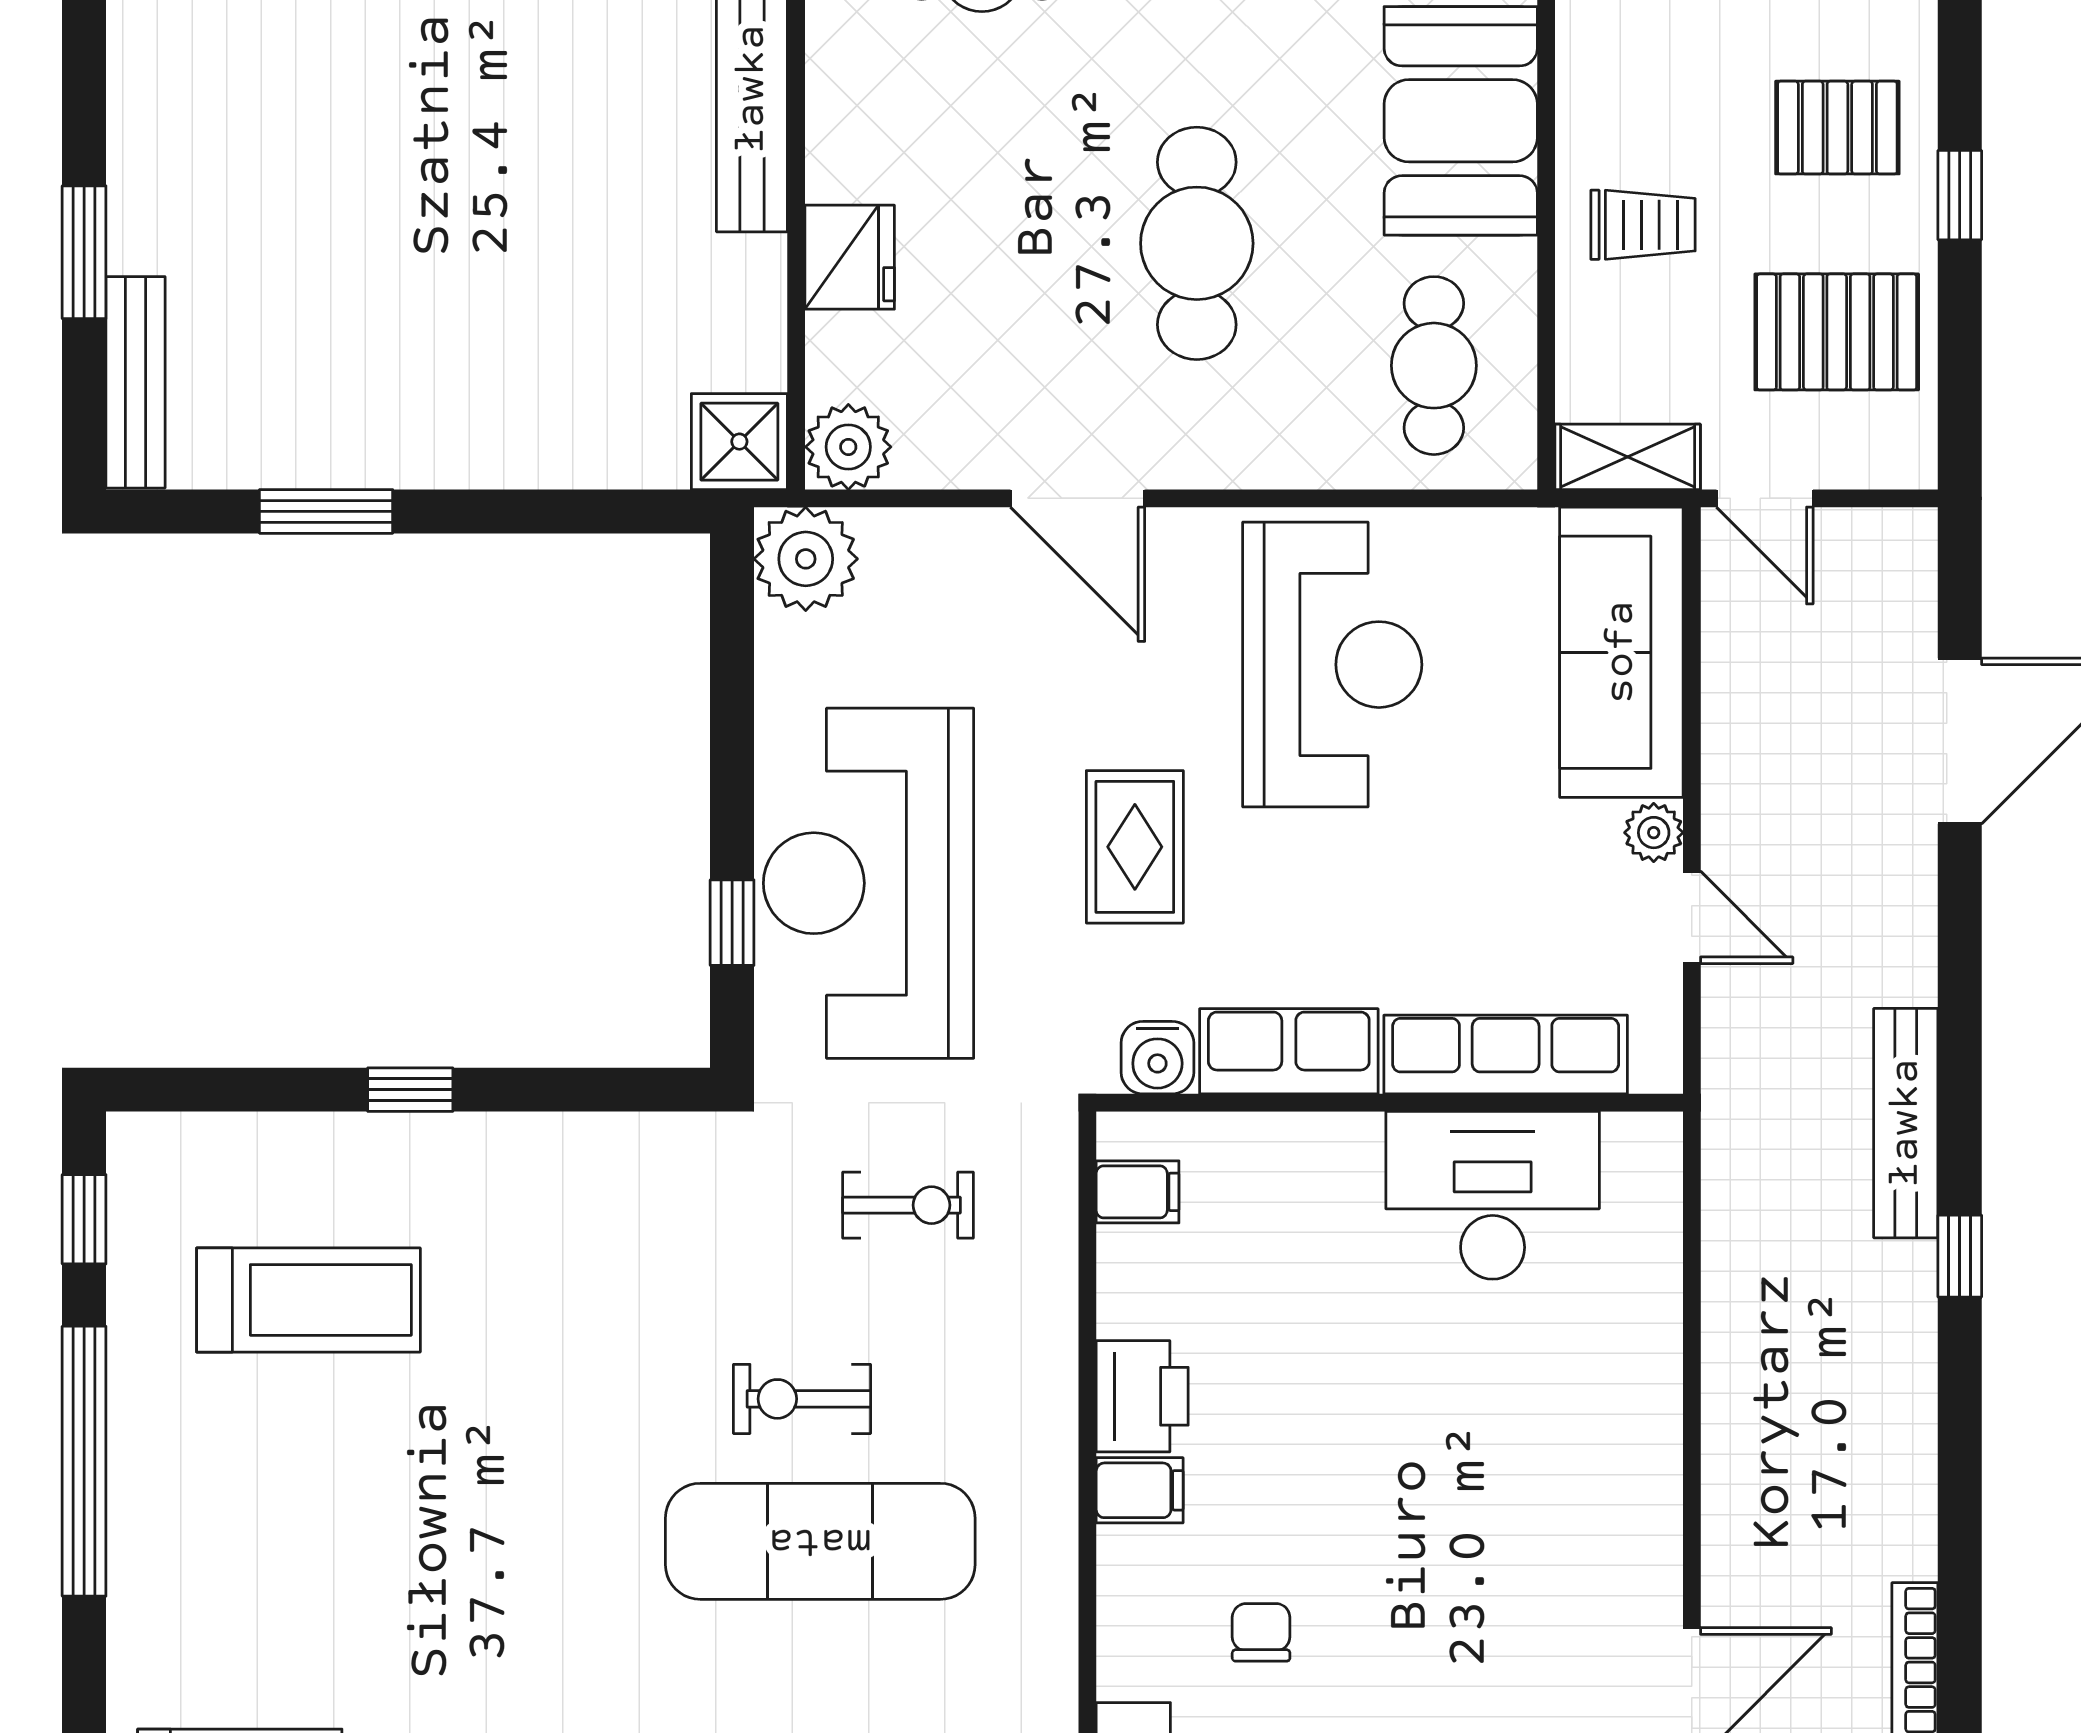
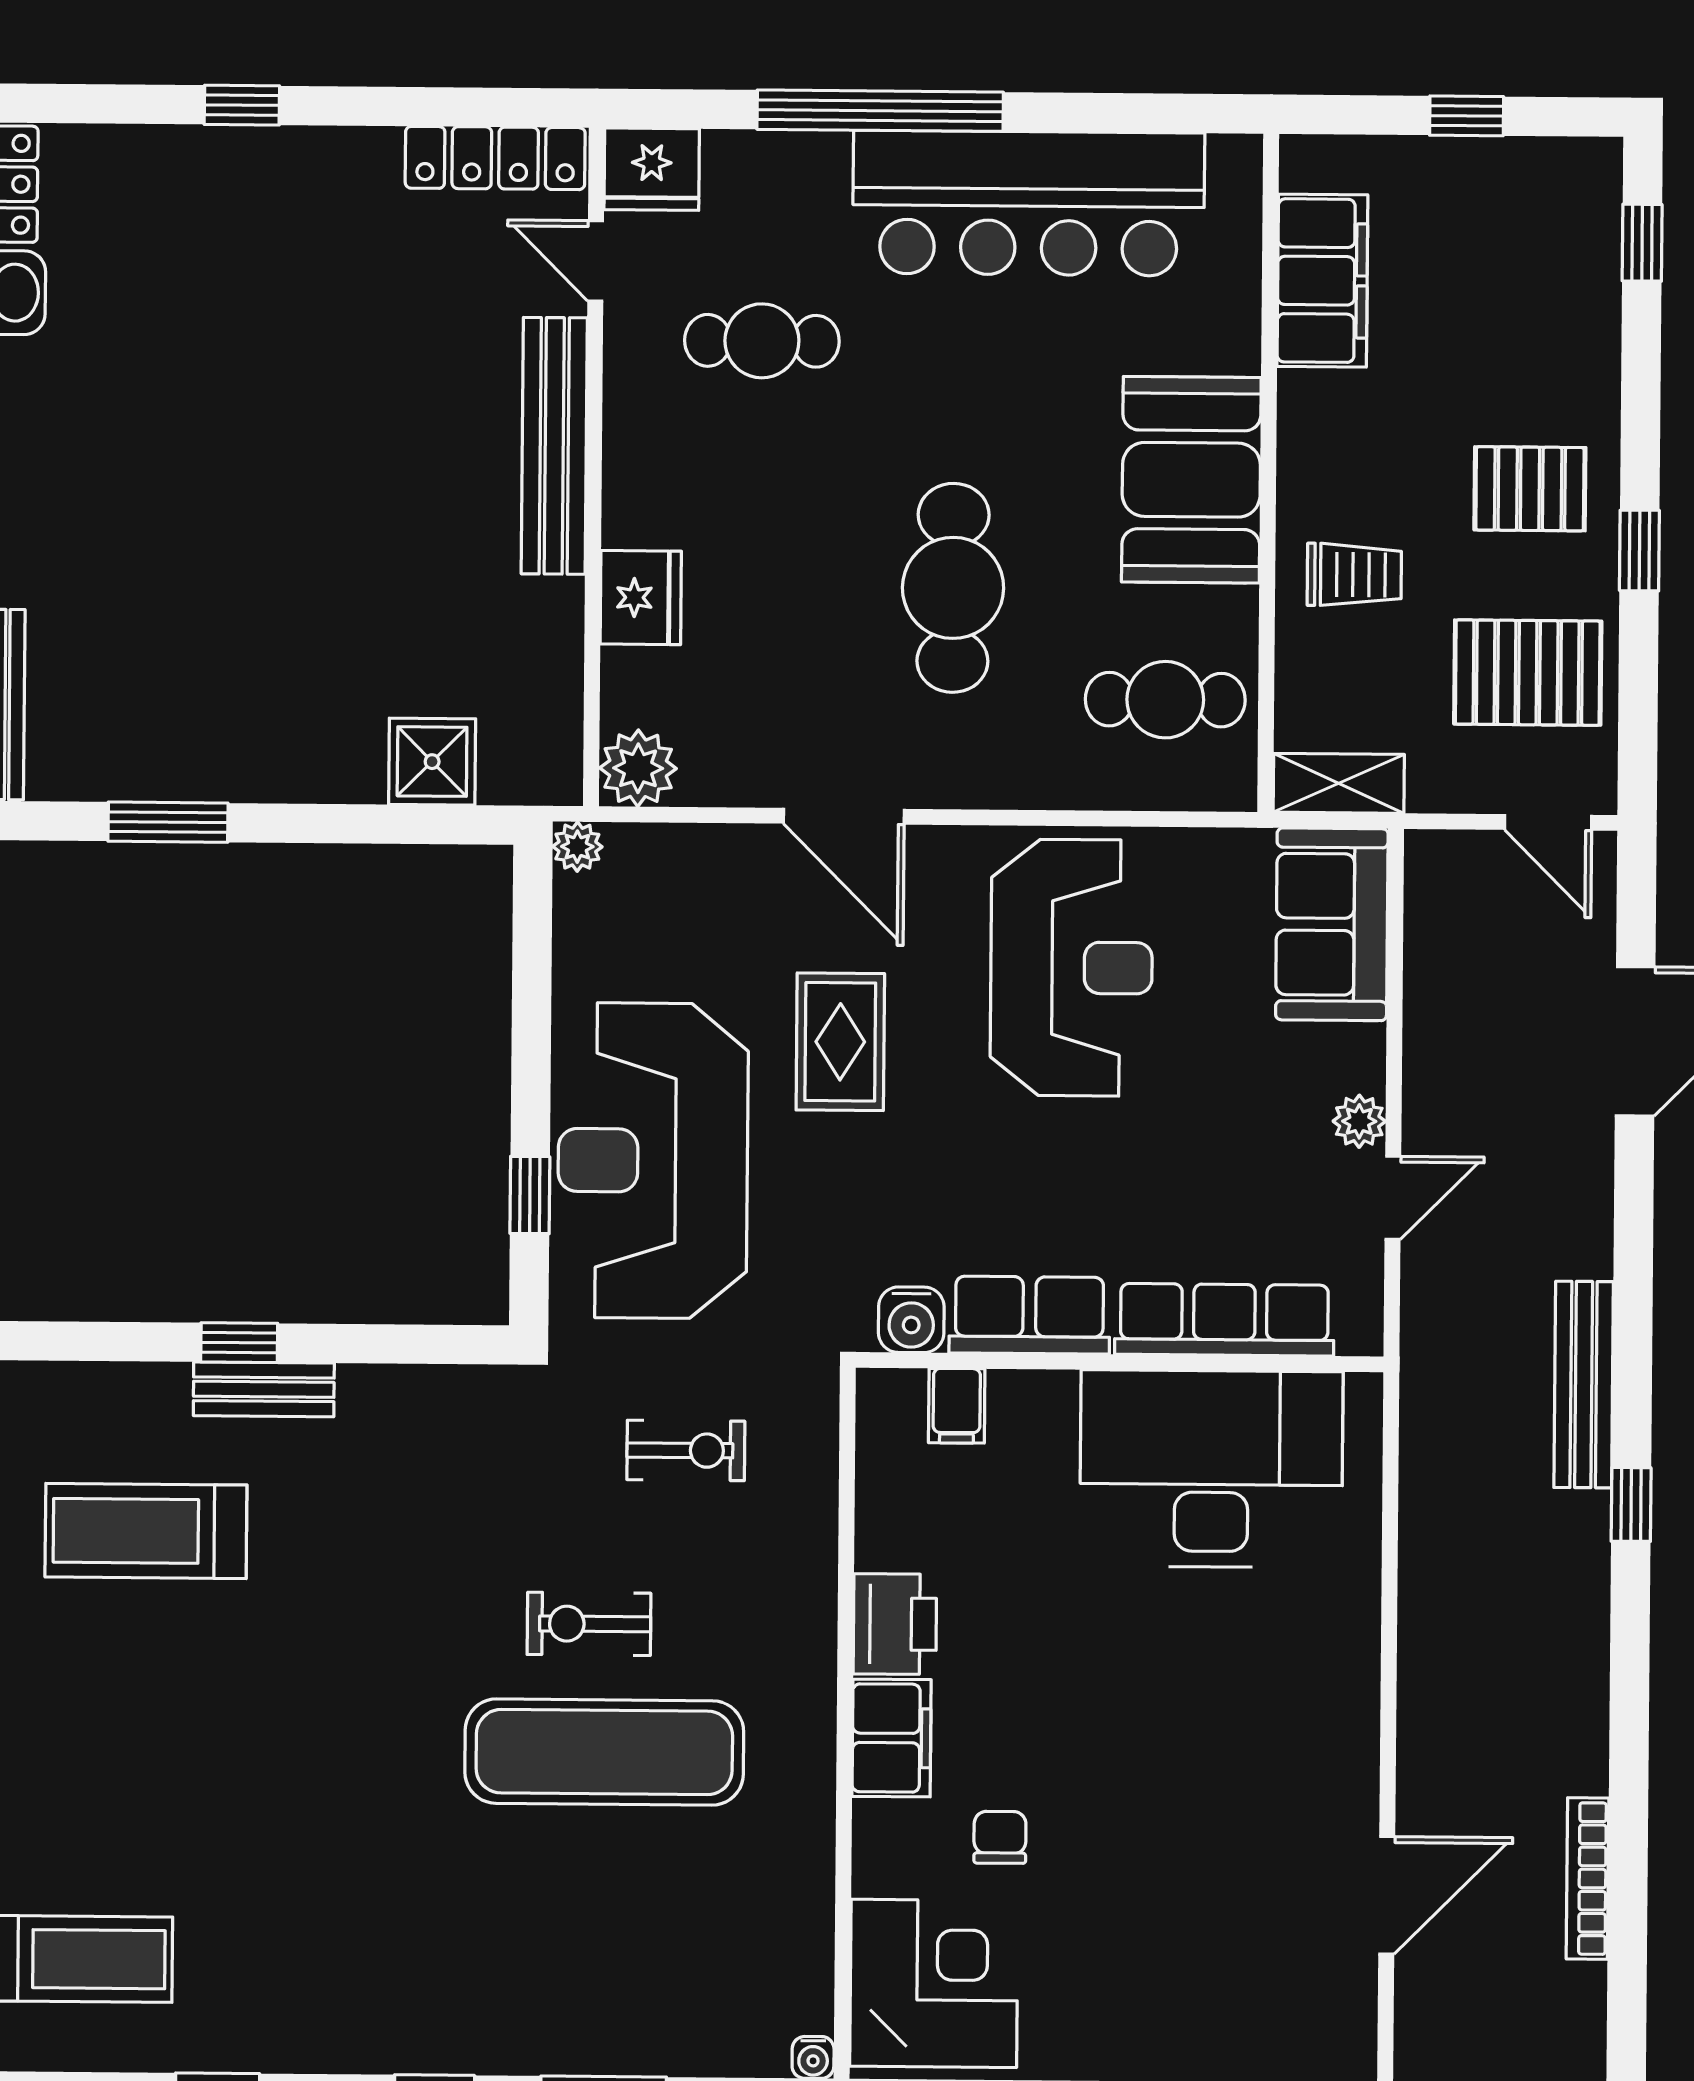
cafe table: (1434, 366) -> (1165, 700), turned 90
shower: (739, 442) -> (432, 762), moved
door: (1765, 498) -> (1548, 822), moved
plant: (806, 559) -> (577, 847), width x0.53, depth x0.53
sofa: (1621, 652) -> (1332, 924), width x0.73
rug: (1135, 847) -> (840, 1042), moved
door: (1692, 917) -> (1393, 1198), hinge flipped
bench: (438, 1141) -> (264, 1389), added
filing cabinet: (1138, 1192) -> (957, 1406), moved, turned 90
desk: (1493, 1195) -> (1211, 1469), width x1.36, depth x1.30
treadmill: (308, 1300) -> (146, 1531), turned 180
filing cabinet: (1140, 1490) -> (892, 1738), width x2.00

